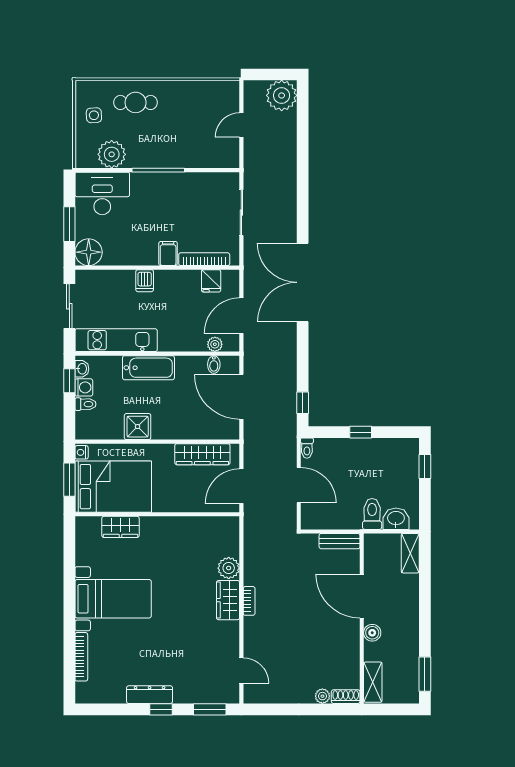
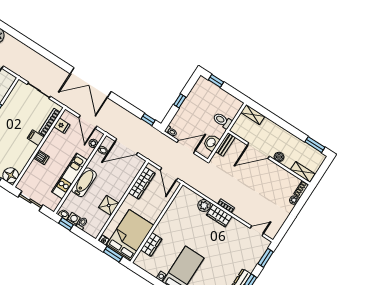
kitchen unit: (116, 340) -> (69, 176), moved
washbasin: (396, 519) -> (211, 143), moved

